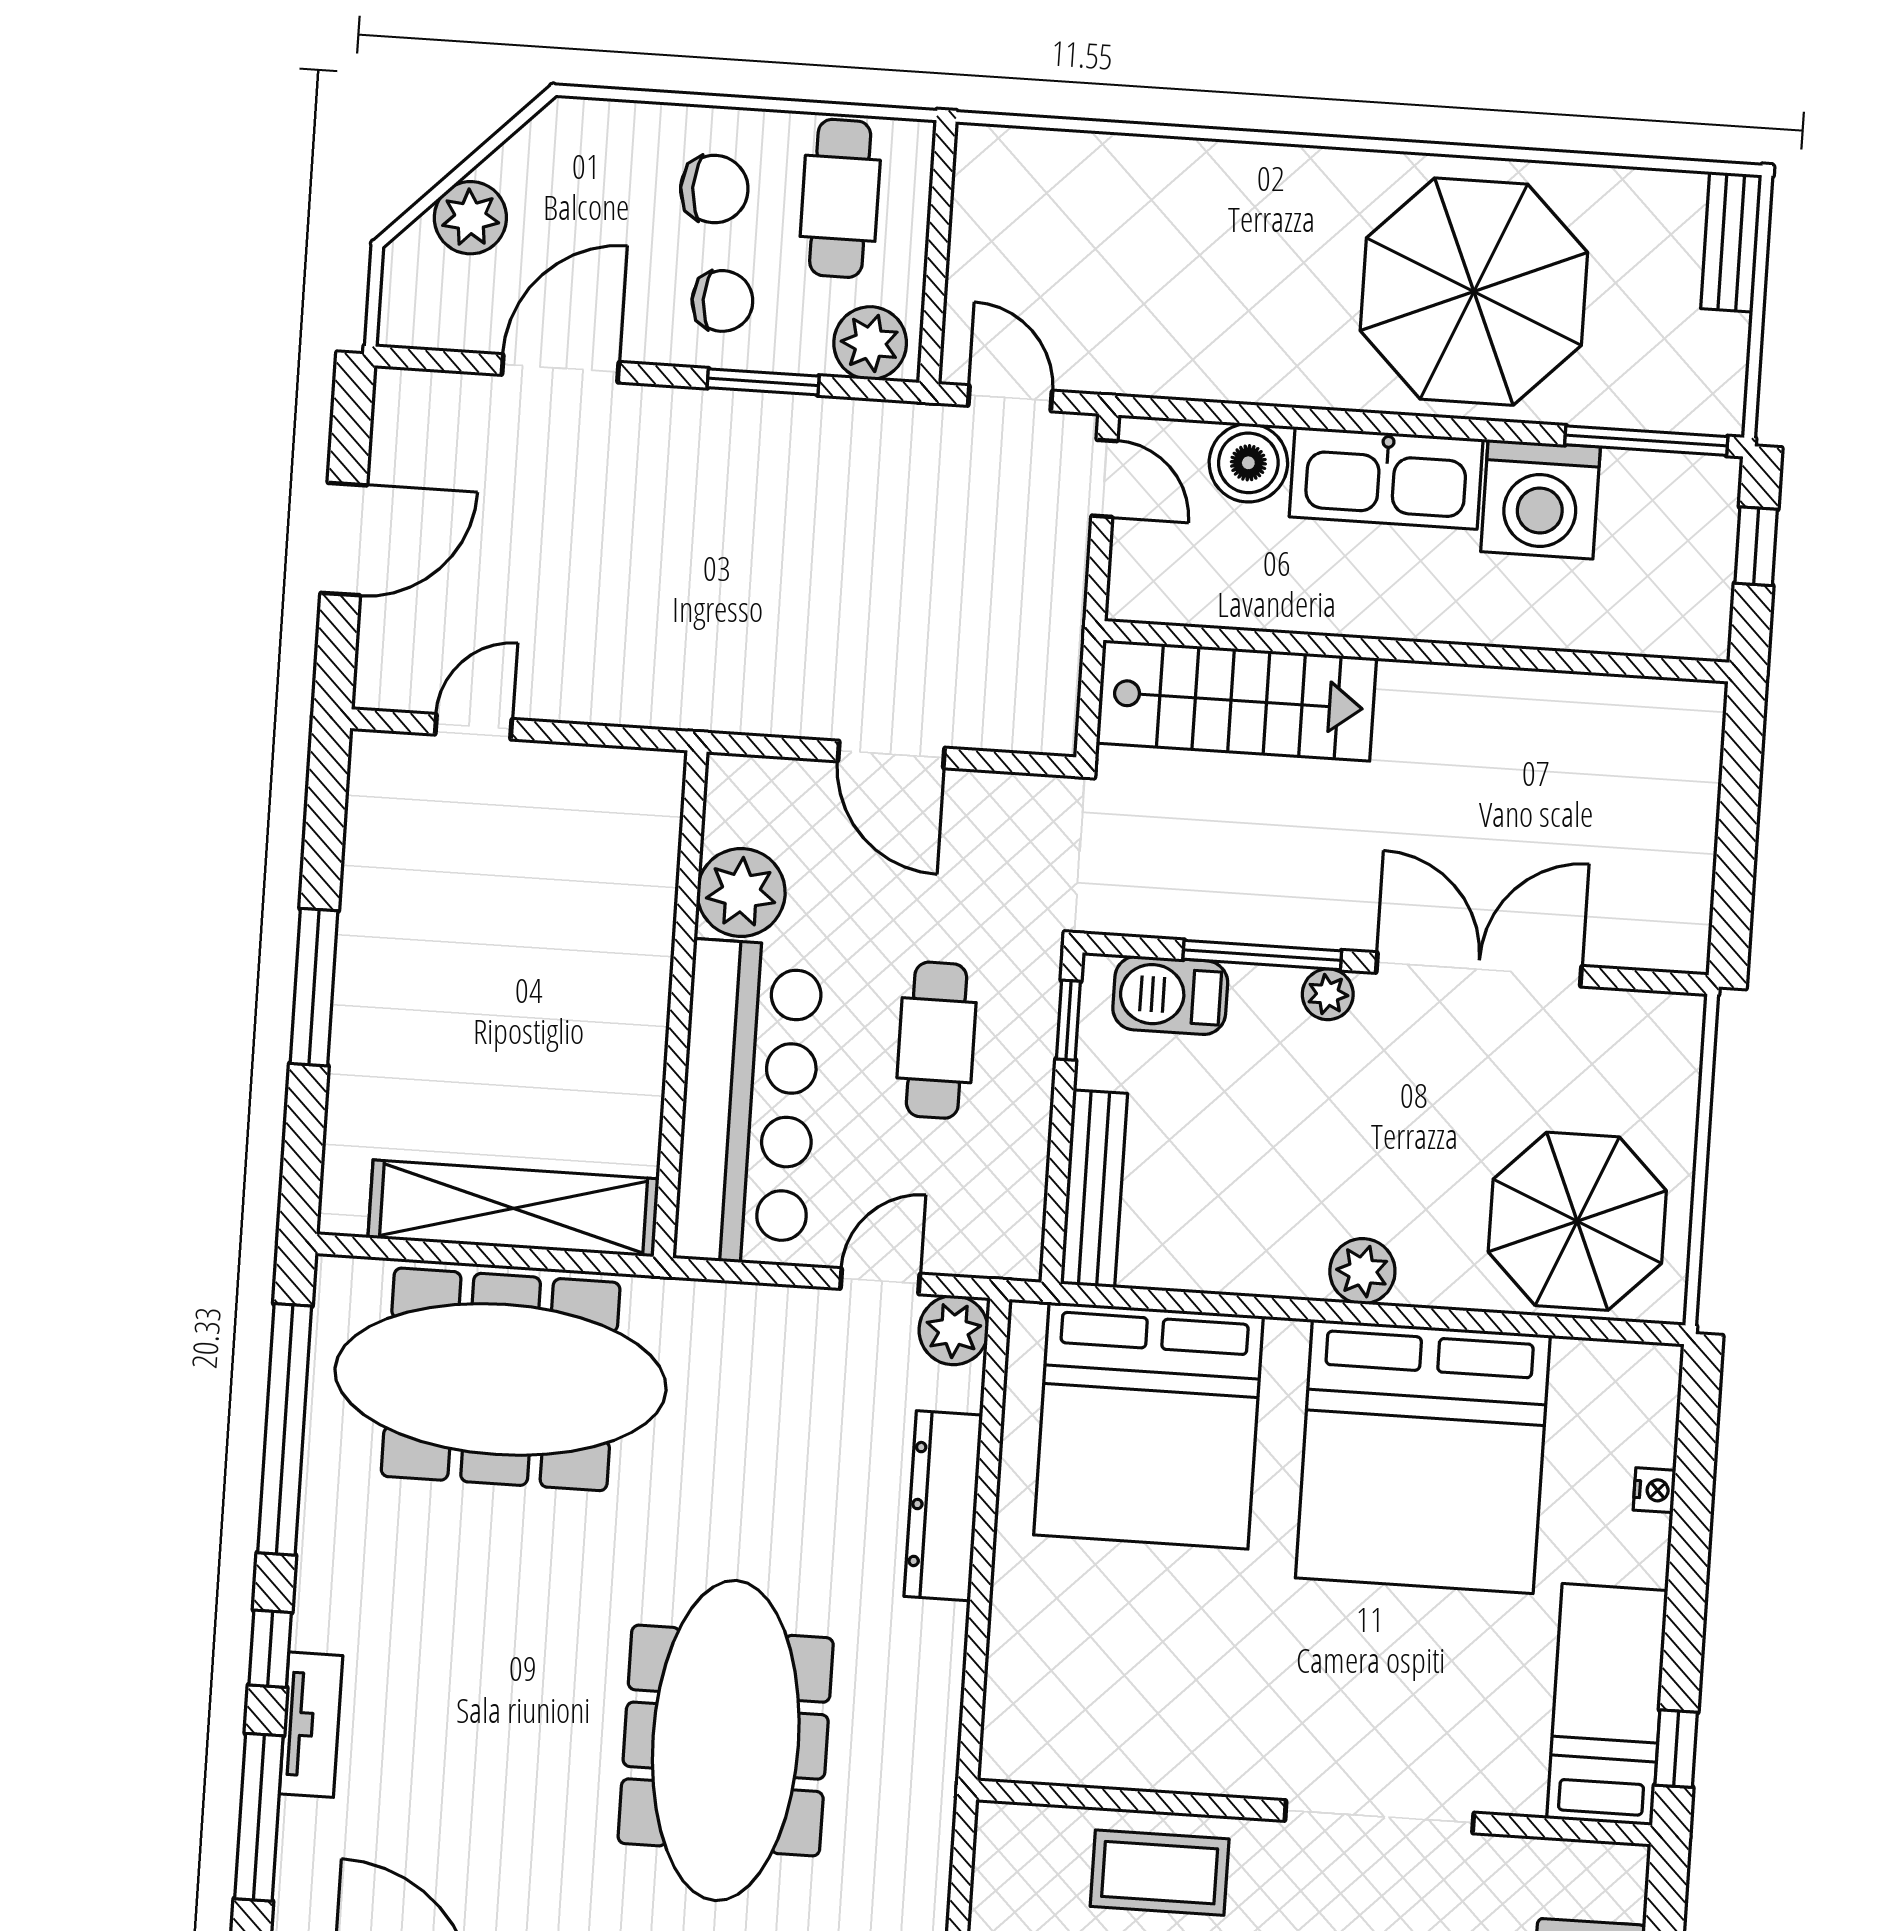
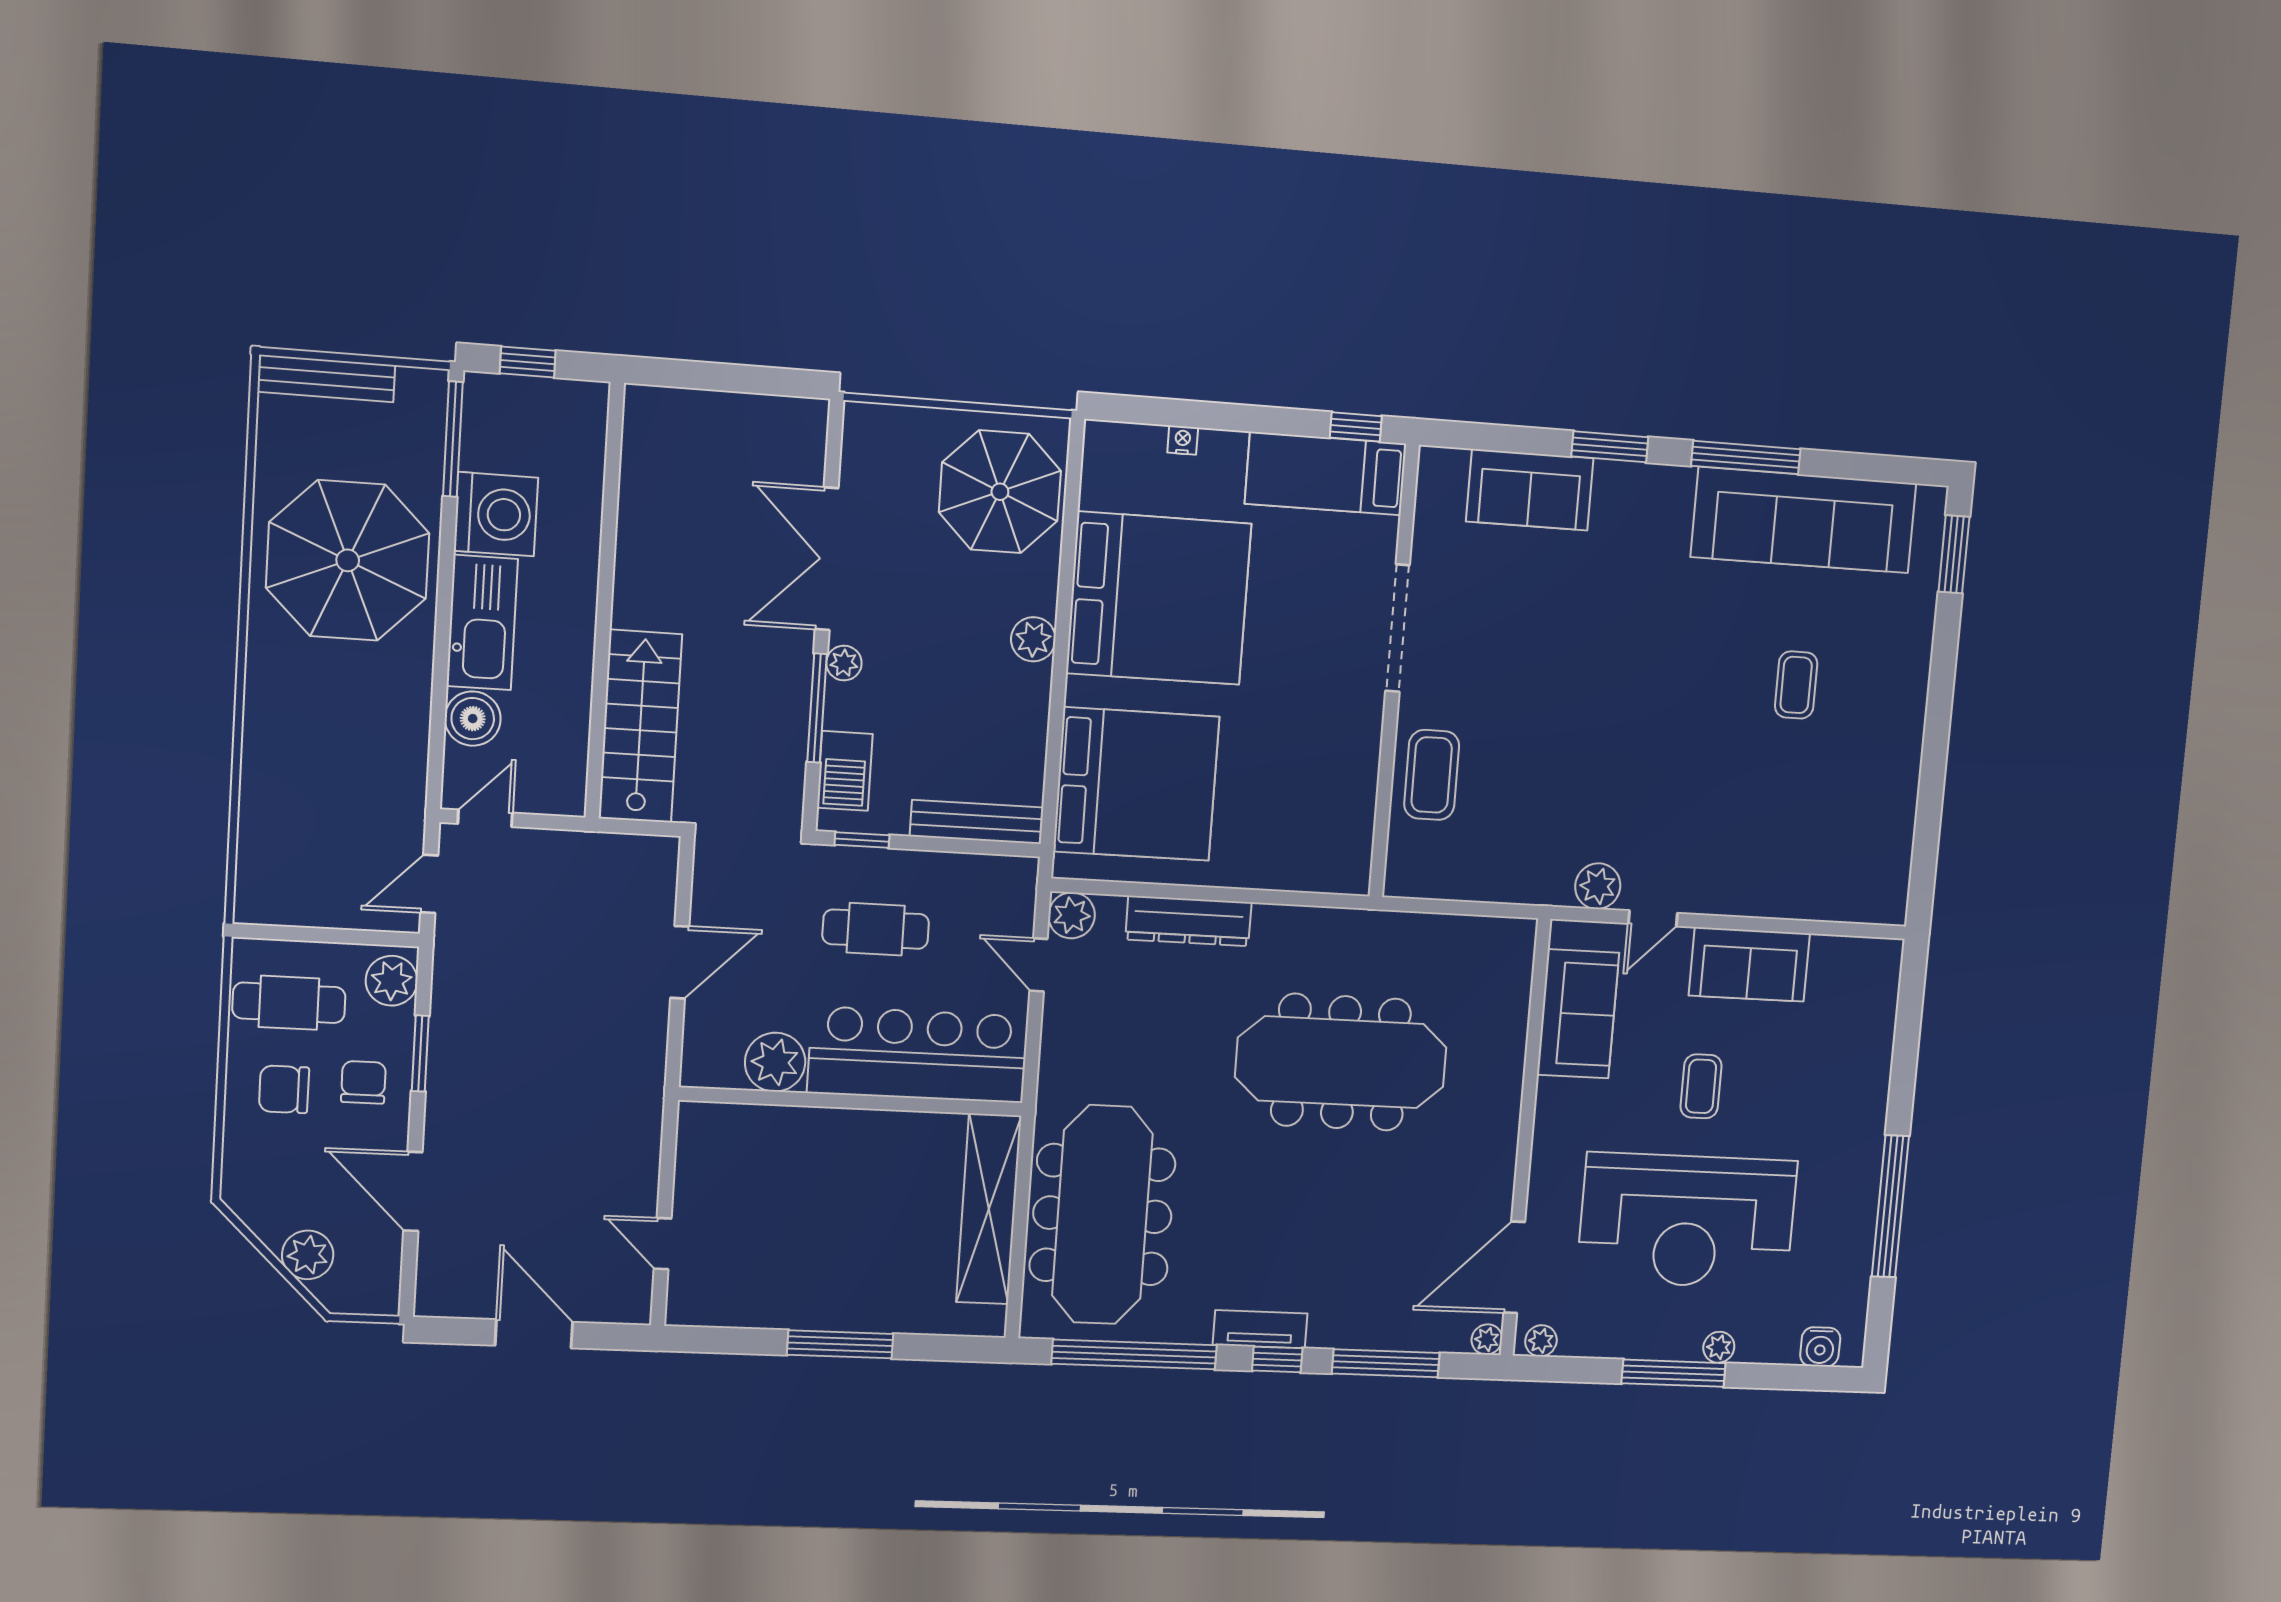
chair: (714, 189) -> (284, 1089), turned -90
bench: (1731, 242) -> (326, 378), width x1.36
tv unit: (311, 1725) -> (1260, 1329), moved

